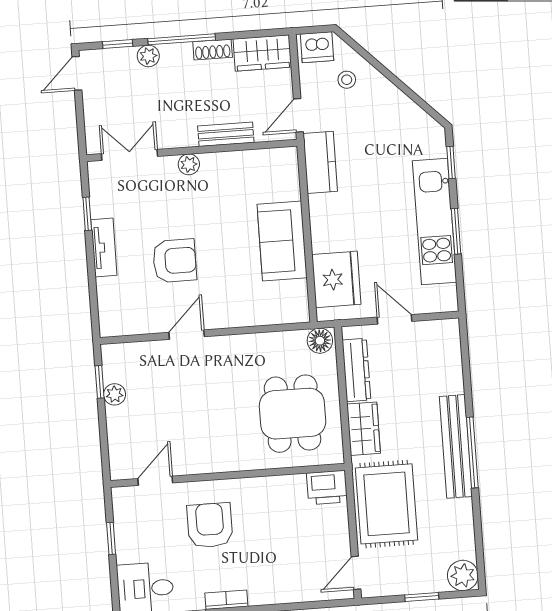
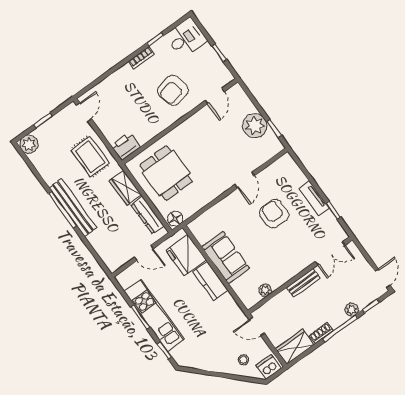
door: (298, 115) -> (257, 326), swing flipped
bench: (226, 134) -> (303, 283), moved
kitchen counter: (320, 162) -> (210, 281), moved
plant: (189, 164) -> (265, 290), moved
armchair: (175, 261) -> (274, 214), turned 90
plant: (115, 394) -> (255, 126), width x1.88, depth x1.88
rug: (386, 504) -> (90, 157), width x0.73, depth x0.70
armchair: (210, 525) -> (173, 90), turned 78

